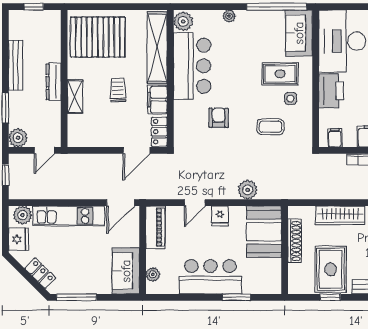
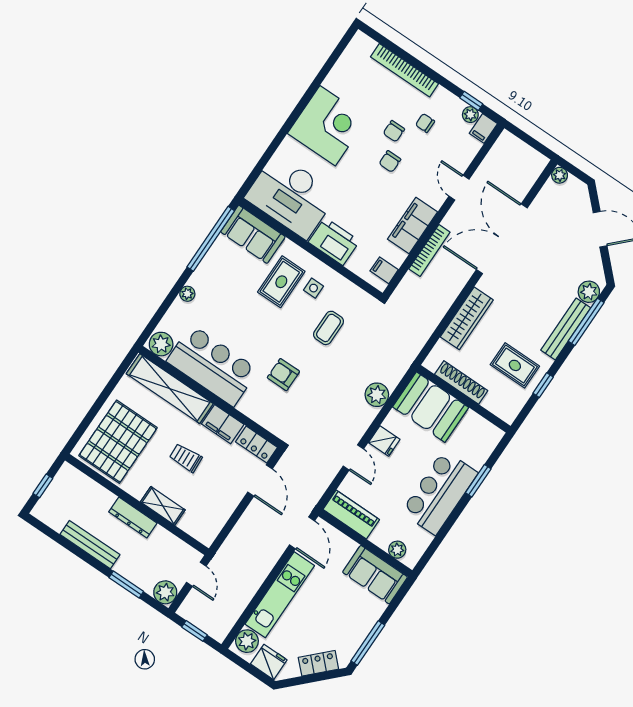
rug: (331, 269) -> (515, 365), width x0.73, depth x0.70

